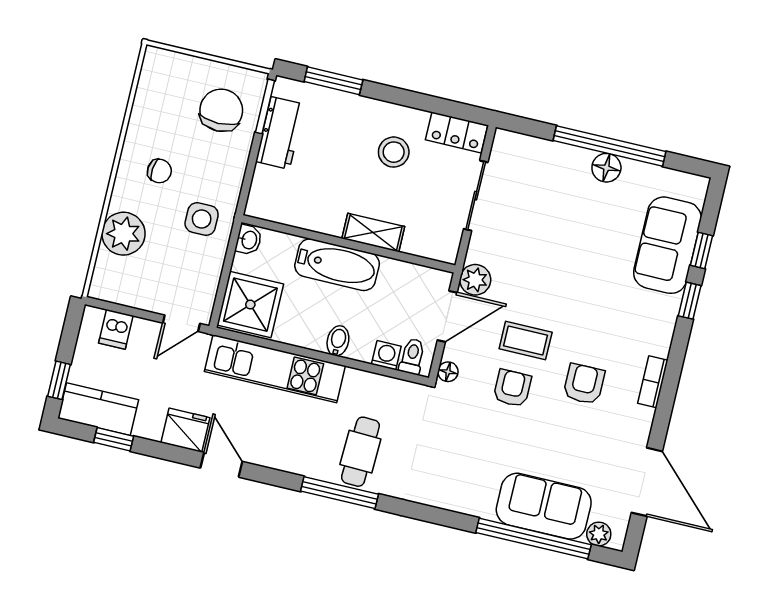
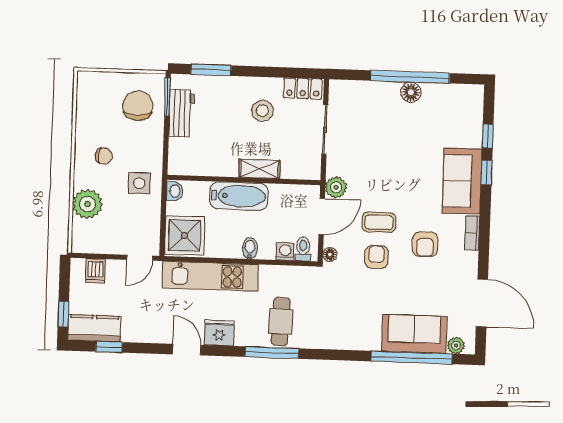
sofa: (667, 245) -> (462, 181), moved
armchair: (584, 384) -> (425, 244), turned 180
fridge: (185, 430) -> (219, 333), moved

